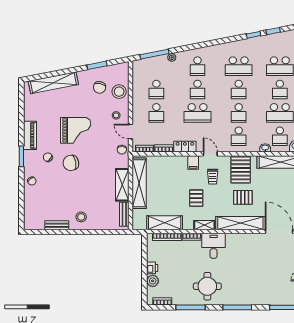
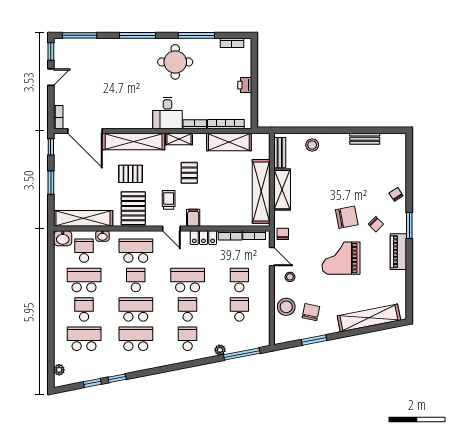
school desk: (239, 90) -> (136, 309), width x1.85
school desk: (239, 136) -> (136, 251), width x1.85
stool: (81, 217) -> (312, 145), moved
plant: (153, 281) -> (244, 69), removed

